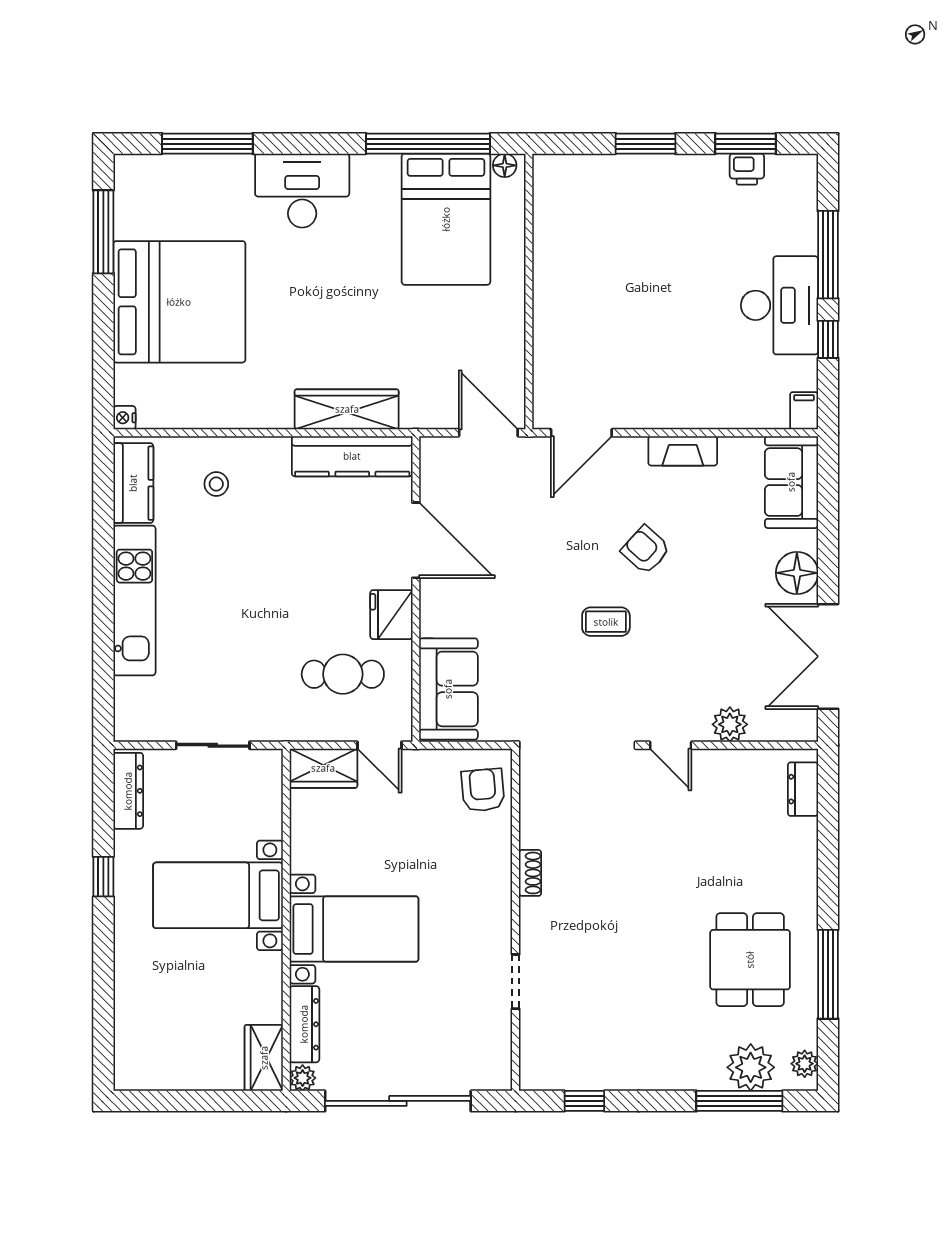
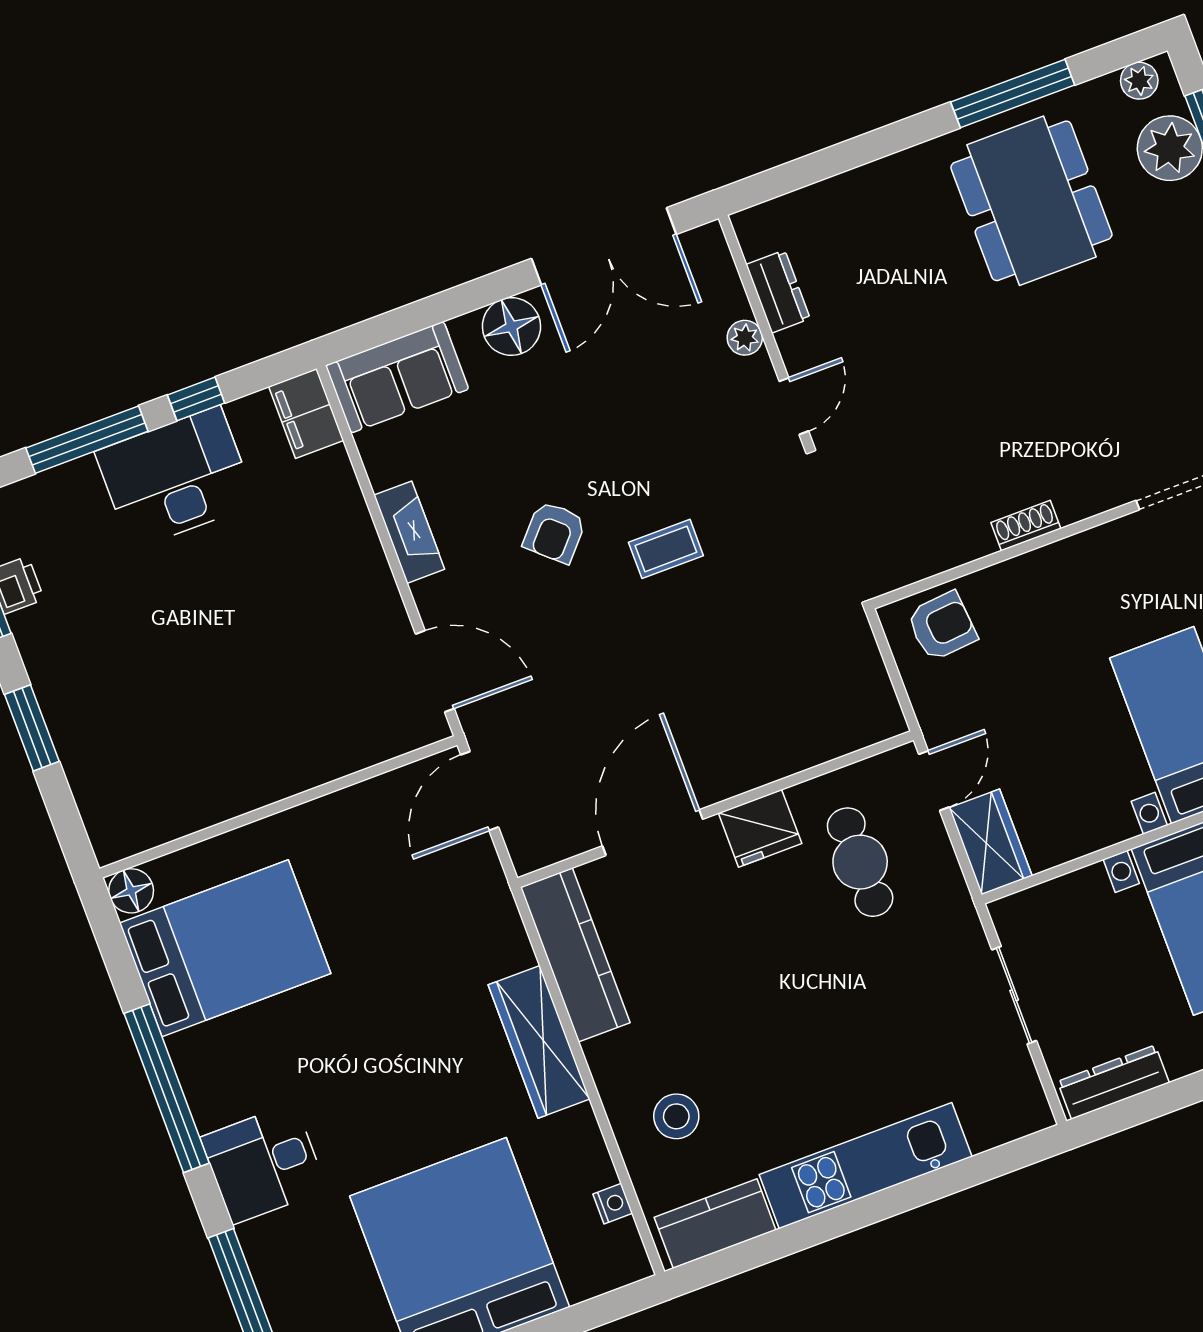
window: (428, 144) -> (167, 1088), moved
floor lamp: (505, 165) -> (131, 891), width x1.37, depth x1.37
desk: (302, 191) -> (264, 1163), width x0.73
wardrobe: (347, 409) -> (539, 1042), moved
filing cabinet: (804, 411) -> (306, 413), width x2.00
nightstand: (124, 418) -> (613, 1204), moved, turned -90
stool: (216, 484) -> (676, 1116), width x1.37, depth x1.37
coffee table: (606, 622) -> (666, 549), turned 90
sofa: (448, 689) -> (828, 719), removed
plant: (730, 724) -> (745, 338), width x0.73, depth x0.73
dresser: (803, 789) -> (778, 292), moved, turned -90
armchair: (483, 790) -> (942, 626), turned 180
dining table: (750, 960) -> (1031, 201), width x1.38

